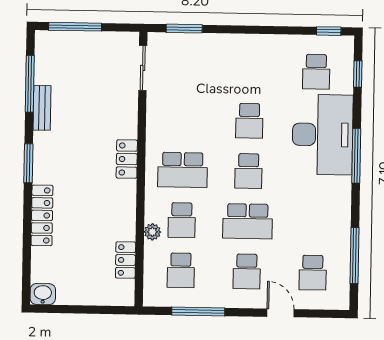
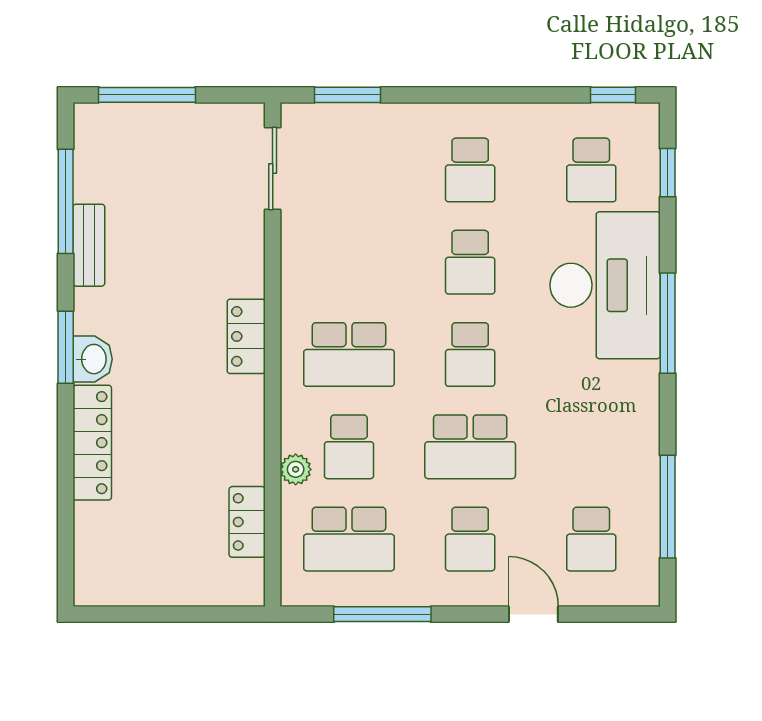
school desk: (250, 71) -> (470, 170), added
school desk: (181, 270) -> (349, 539), width x1.85
washbasin: (43, 294) -> (93, 359), moved, turned 90

